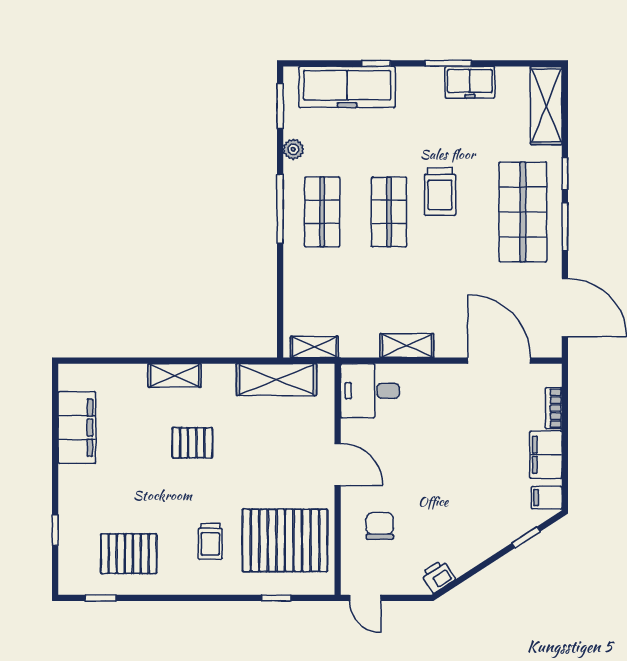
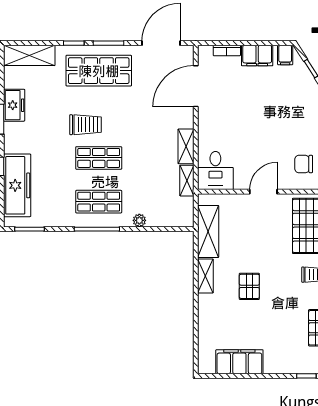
plant: (293, 149) -> (139, 220), moved
shelving: (314, 347) -> (187, 181), moved
shelving: (175, 375) -> (205, 276), moved

